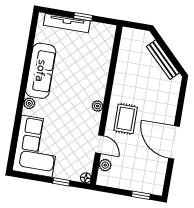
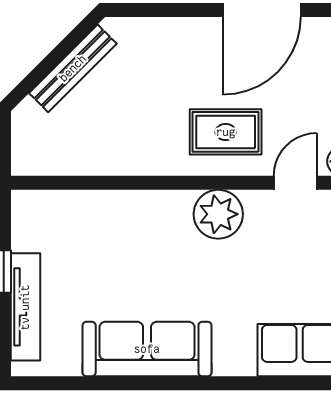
plant: (29, 103) -> (228, 363), removed
plant: (97, 106) -> (218, 214), width x1.88, depth x1.88

